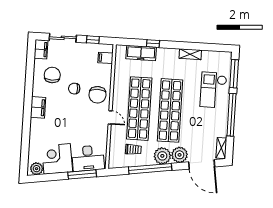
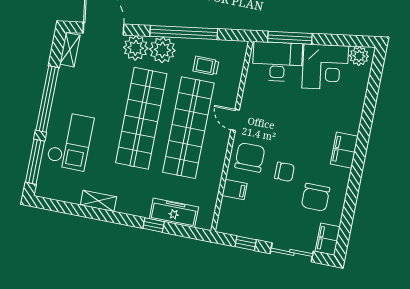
filing cabinet: (105, 58) -> (235, 190), moved

